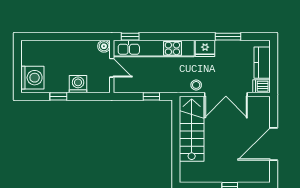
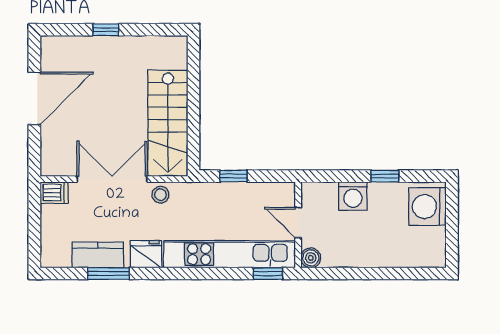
kitchen counter: (262, 63) -> (98, 255), moved, turned -90

